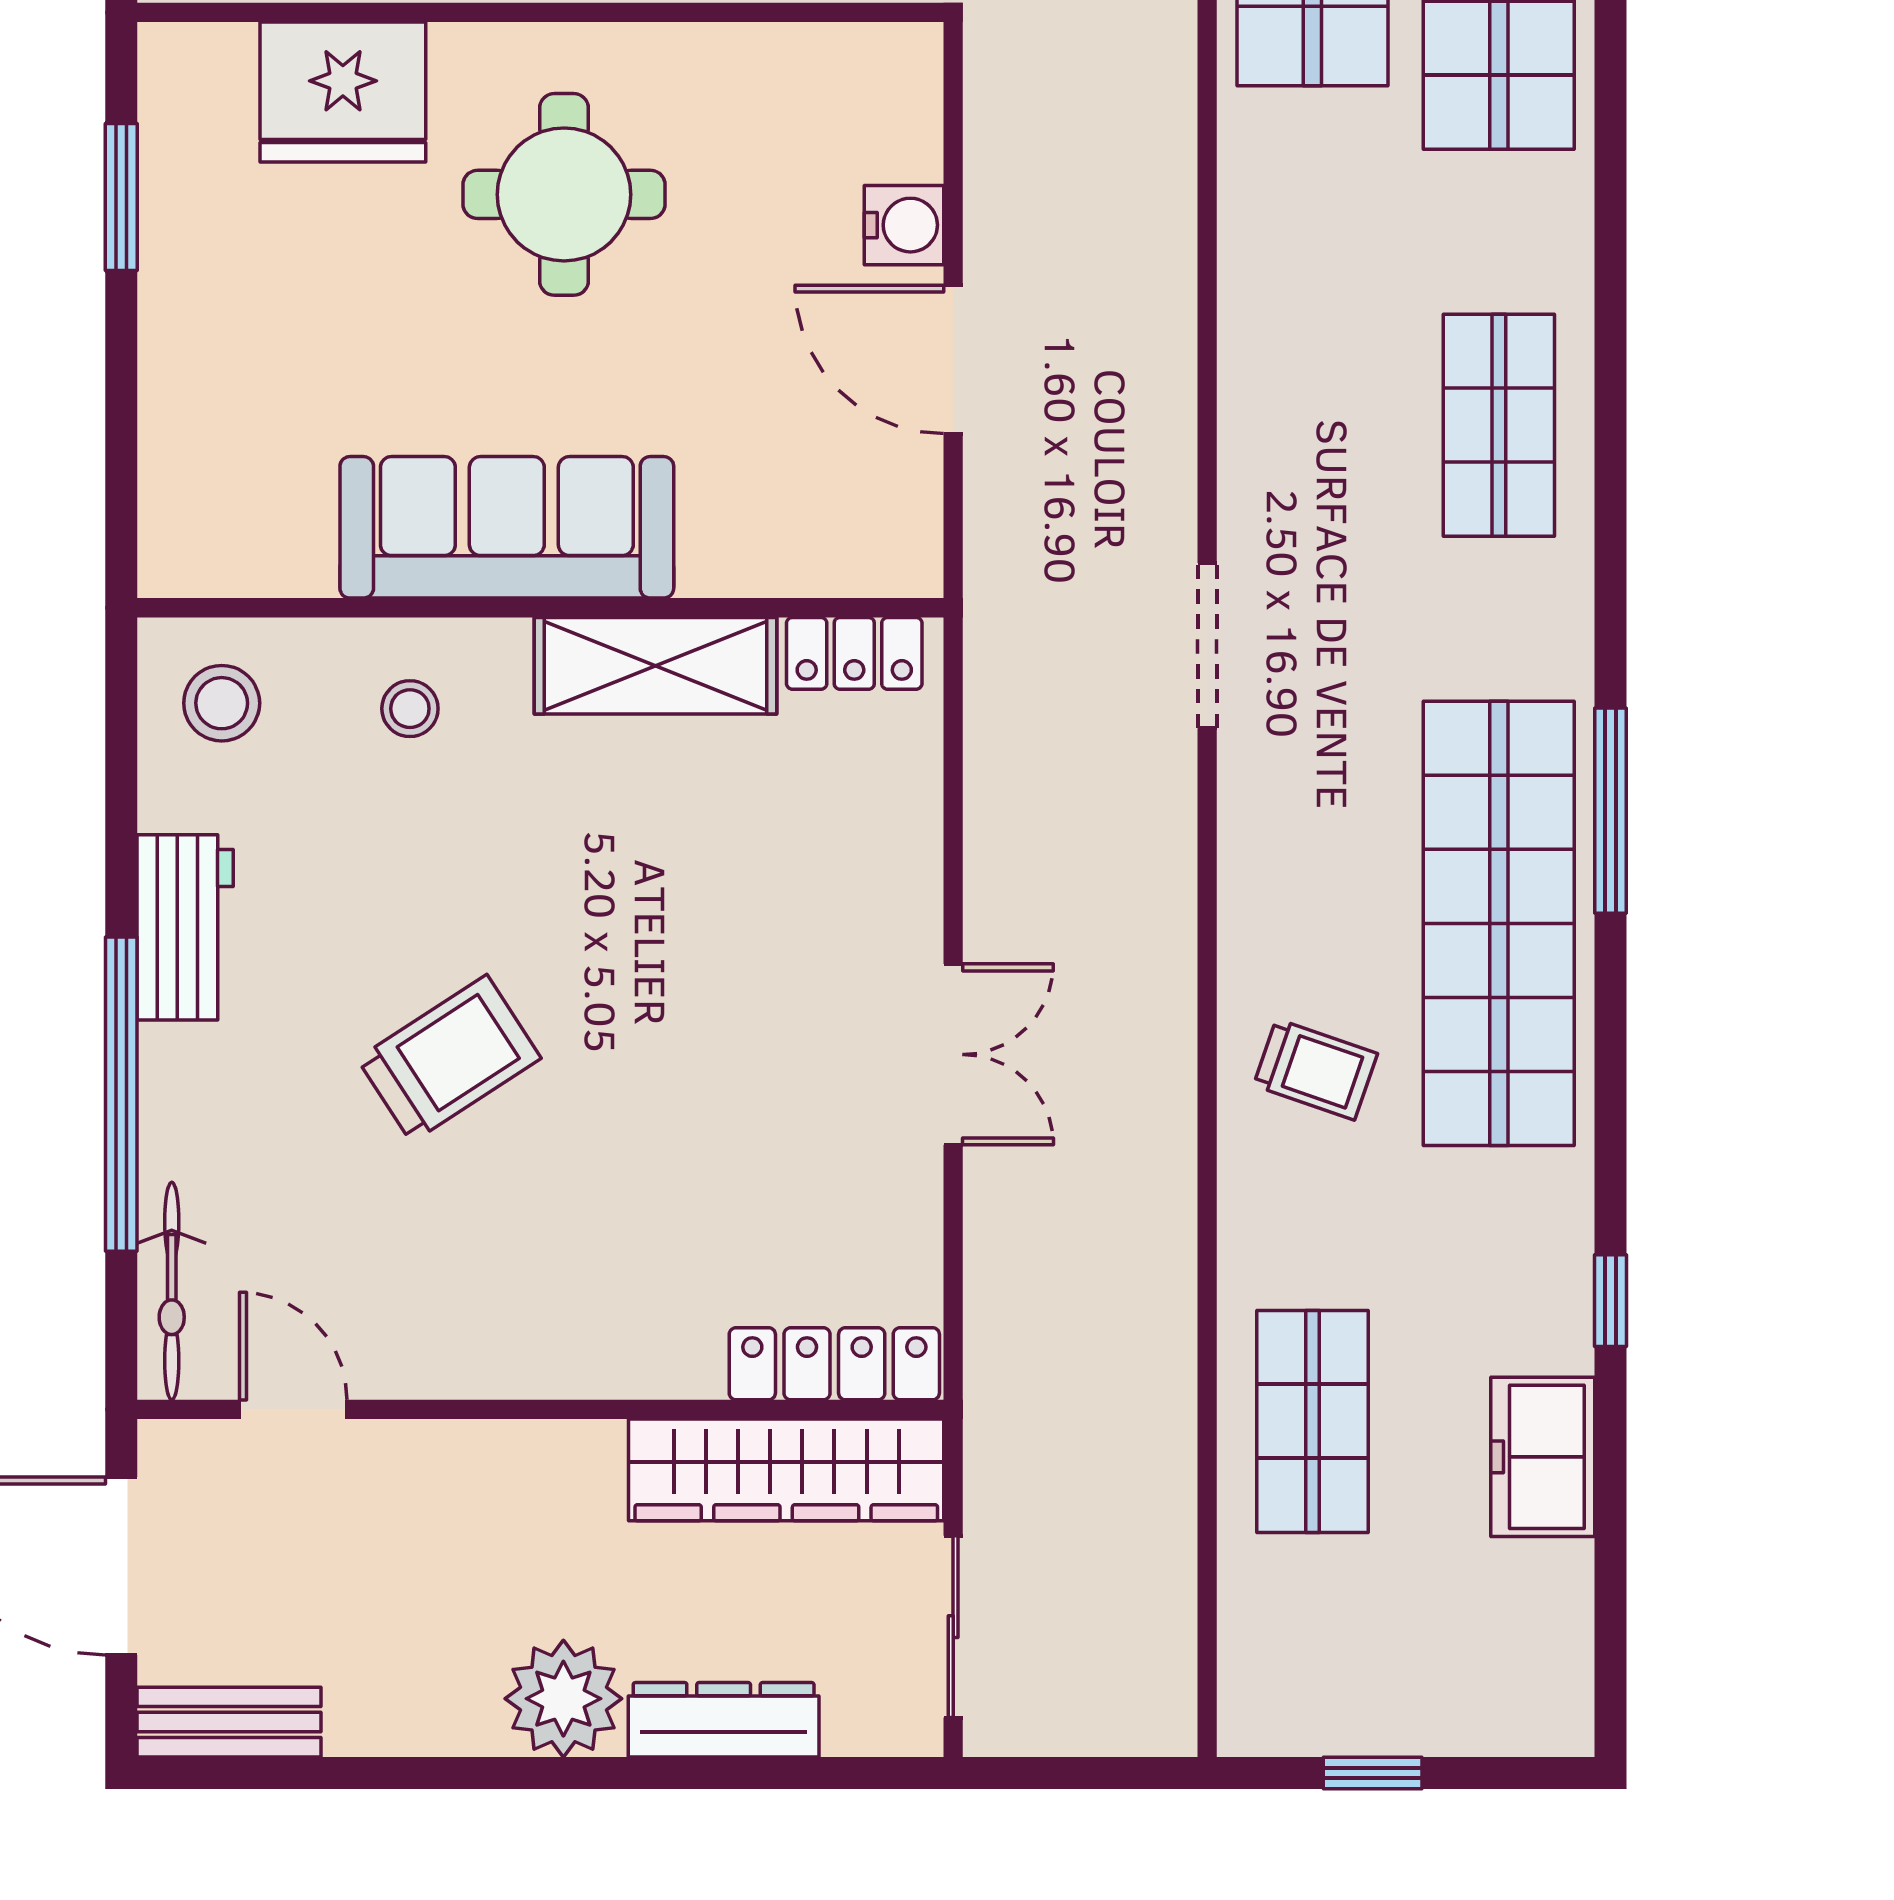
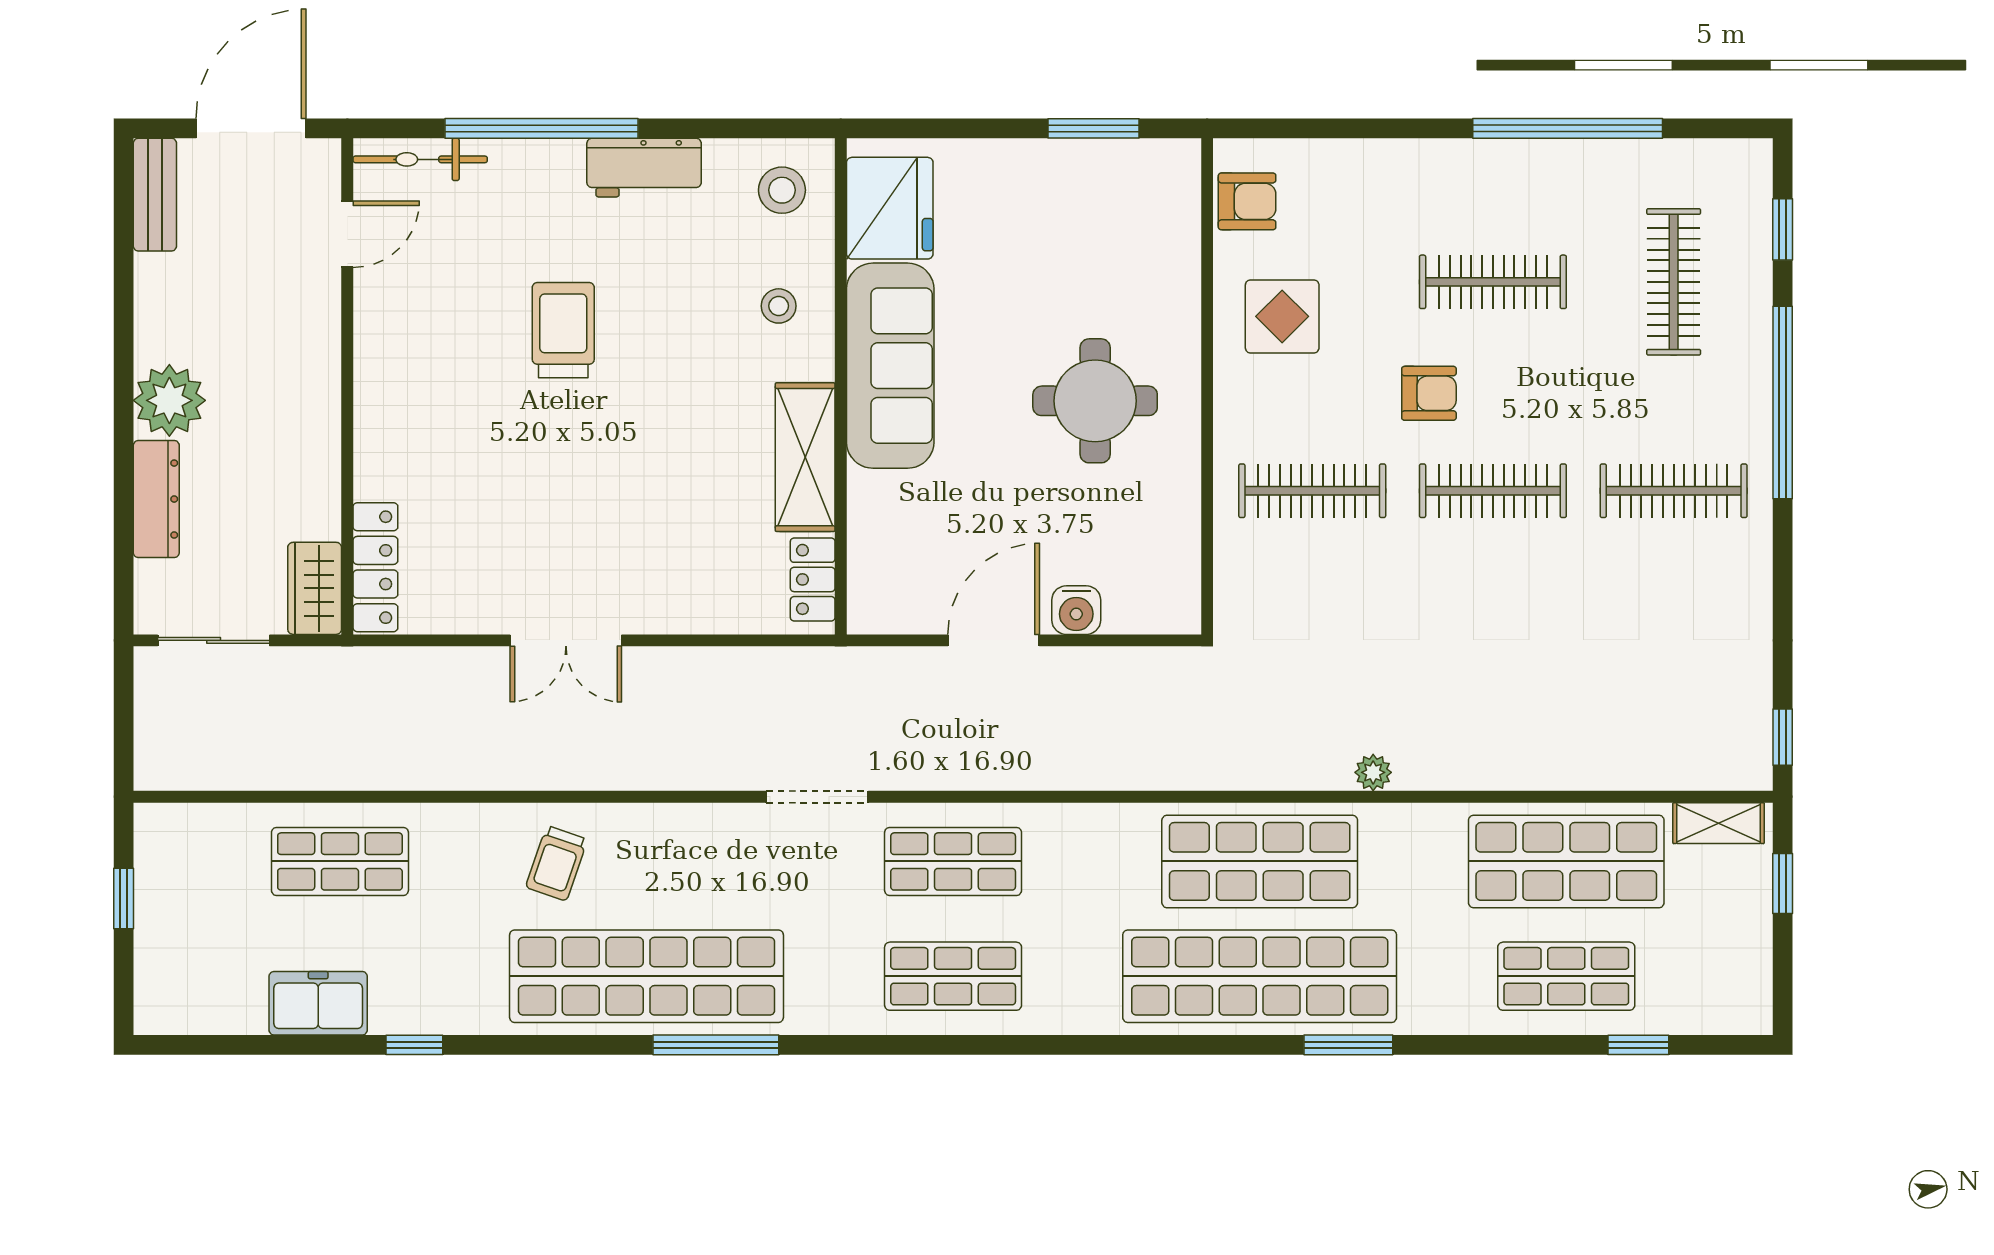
fridge: (343, 92) -> (890, 208), moved, turned 180
shop shelf: (1312, 425) -> (953, 861), added
trolley: (449, 1059) -> (563, 330), turned -147
wardrobe: (786, 1470) -> (315, 588), width x0.48, depth x0.85

